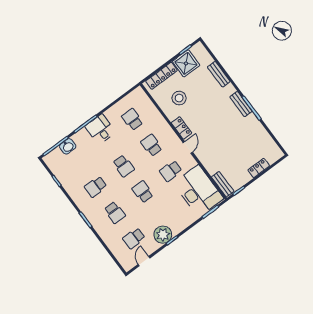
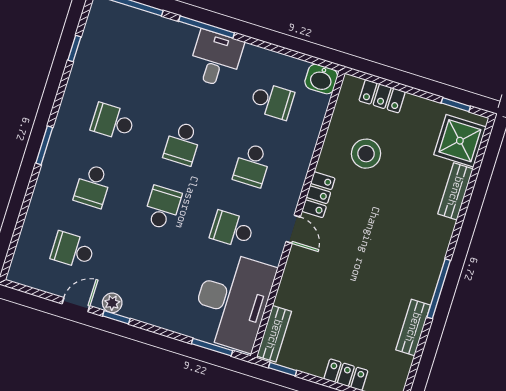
shower: (186, 63) -> (460, 141), moved
locker: (161, 76) -> (382, 96), width x0.66
bench: (241, 104) -> (413, 327), moved
school desk: (132, 119) -> (272, 101), turned 90
school desk: (151, 145) -> (252, 165), turned 180
washbasin: (68, 146) -> (321, 79), moved
door: (188, 147) -> (293, 229), hinge flipped
plant: (163, 235) -> (112, 303), width x0.53, depth x0.53
door: (144, 261) -> (76, 305), moved

